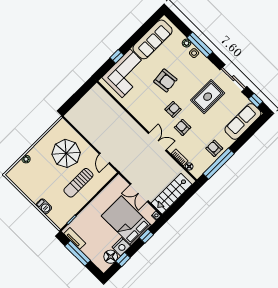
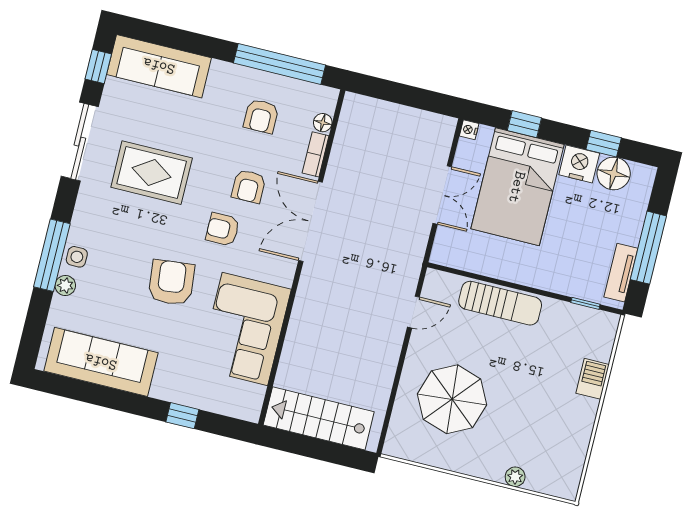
corner sofa: (126, 73) -> (245, 329), moved, turned -90
double door: (157, 142) -> (311, 221), width x1.37
armchair: (214, 148) -> (261, 116), moved
sun lounger: (78, 183) -> (500, 303), moved
stairs: (172, 194) -> (319, 418), moved, turned 180

